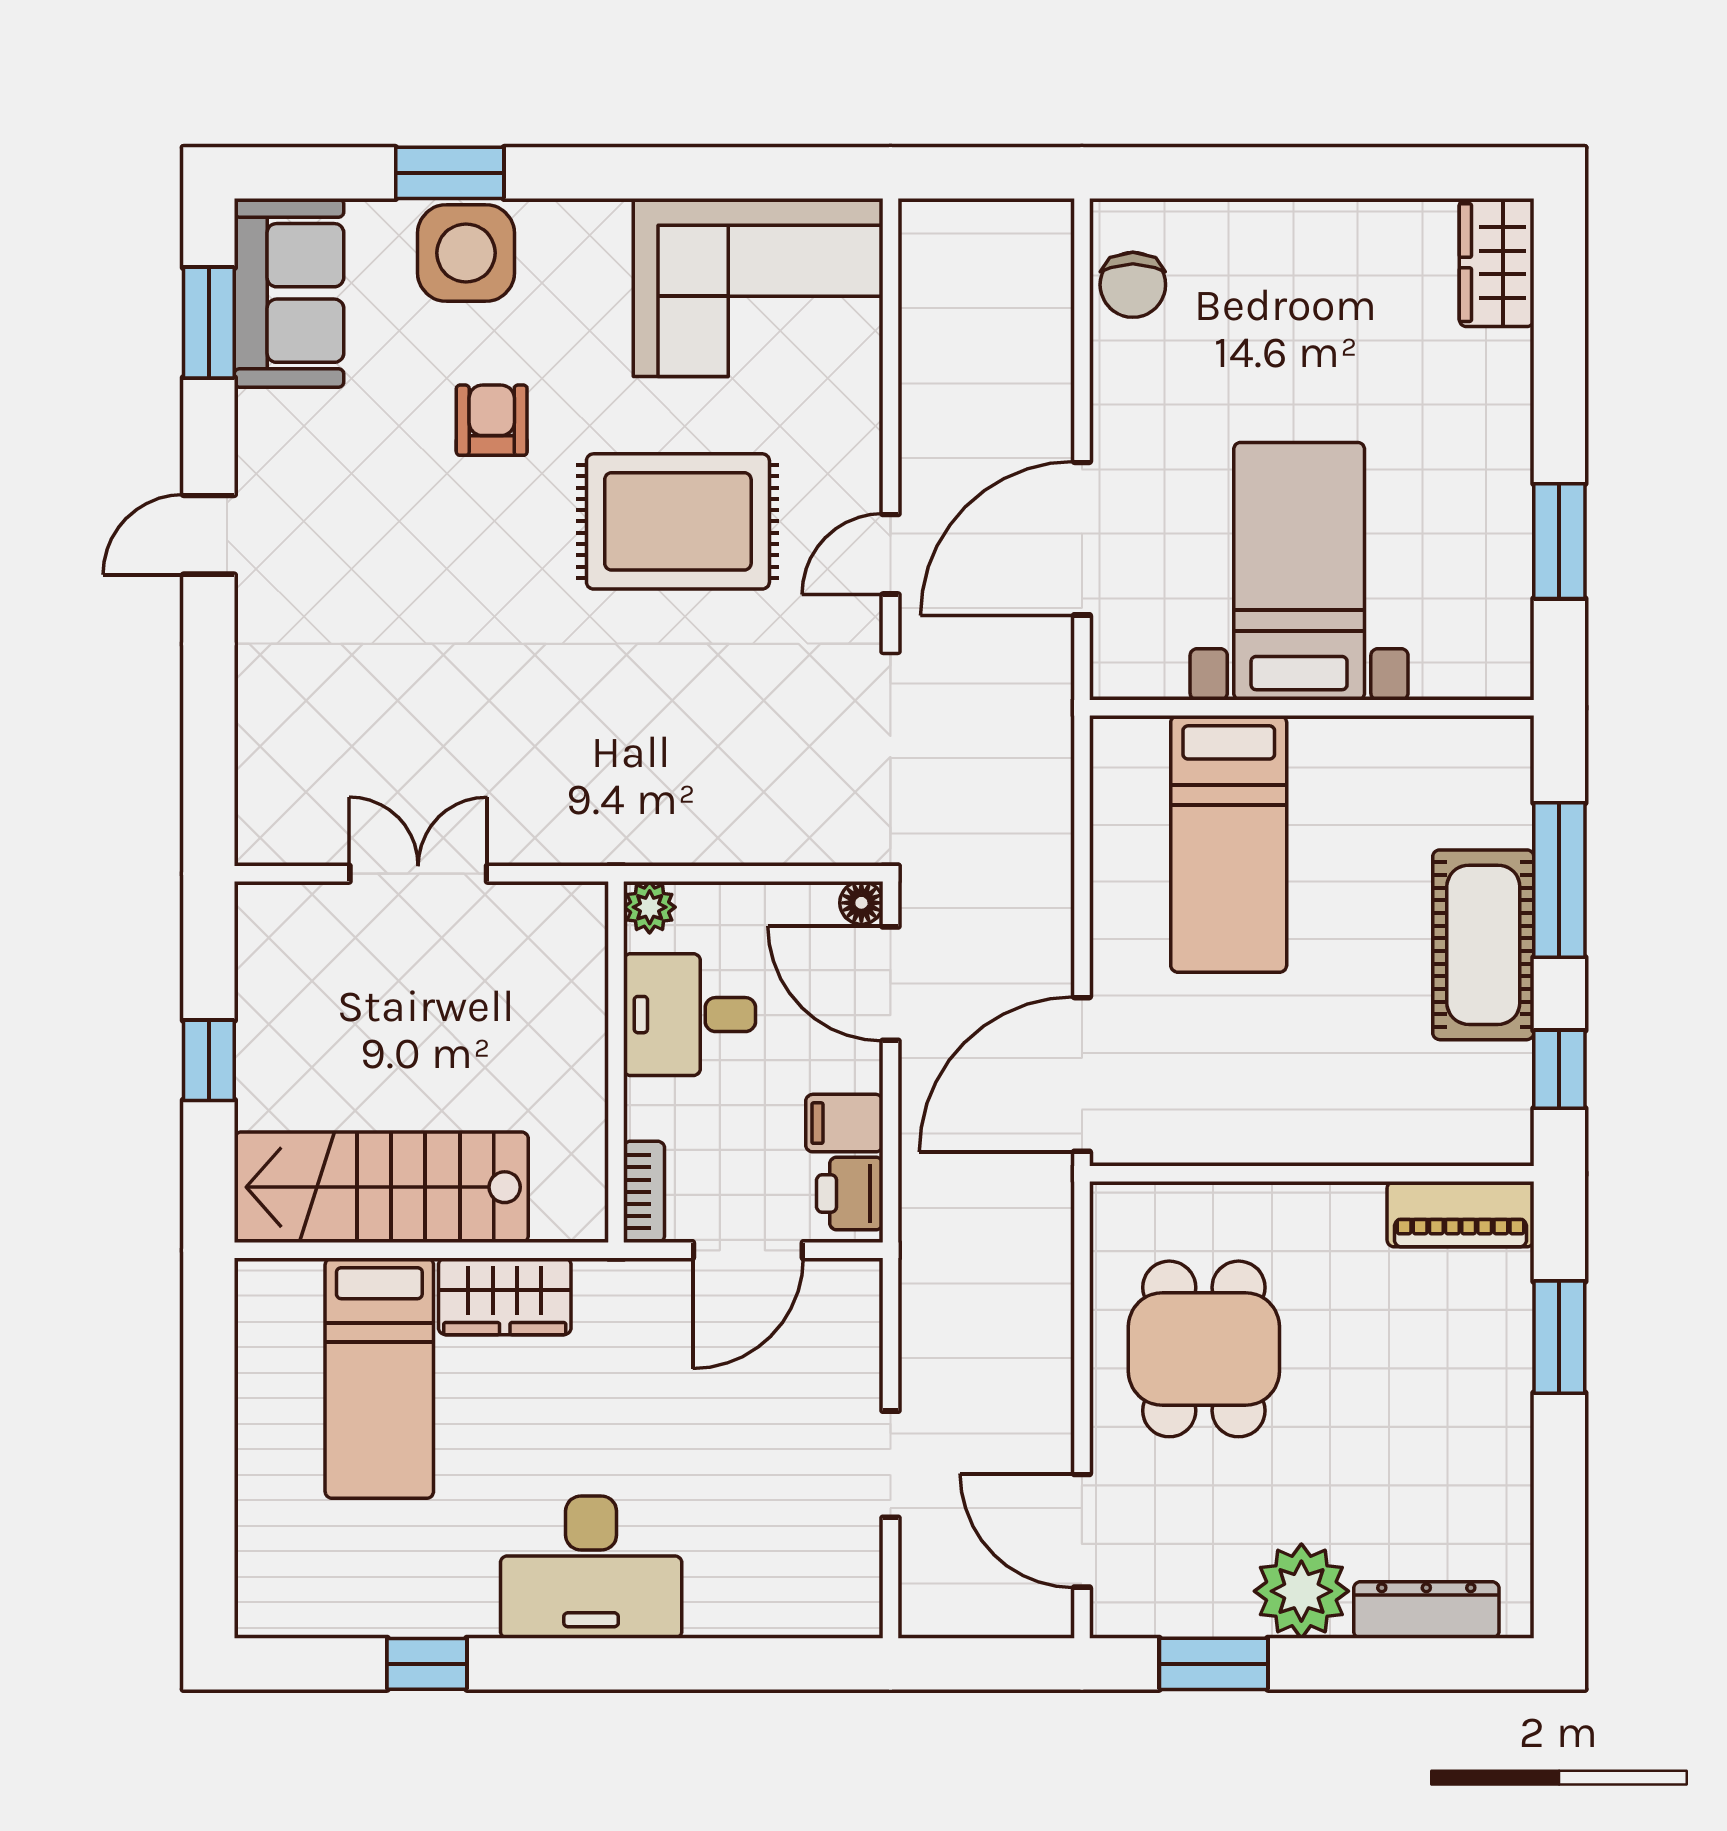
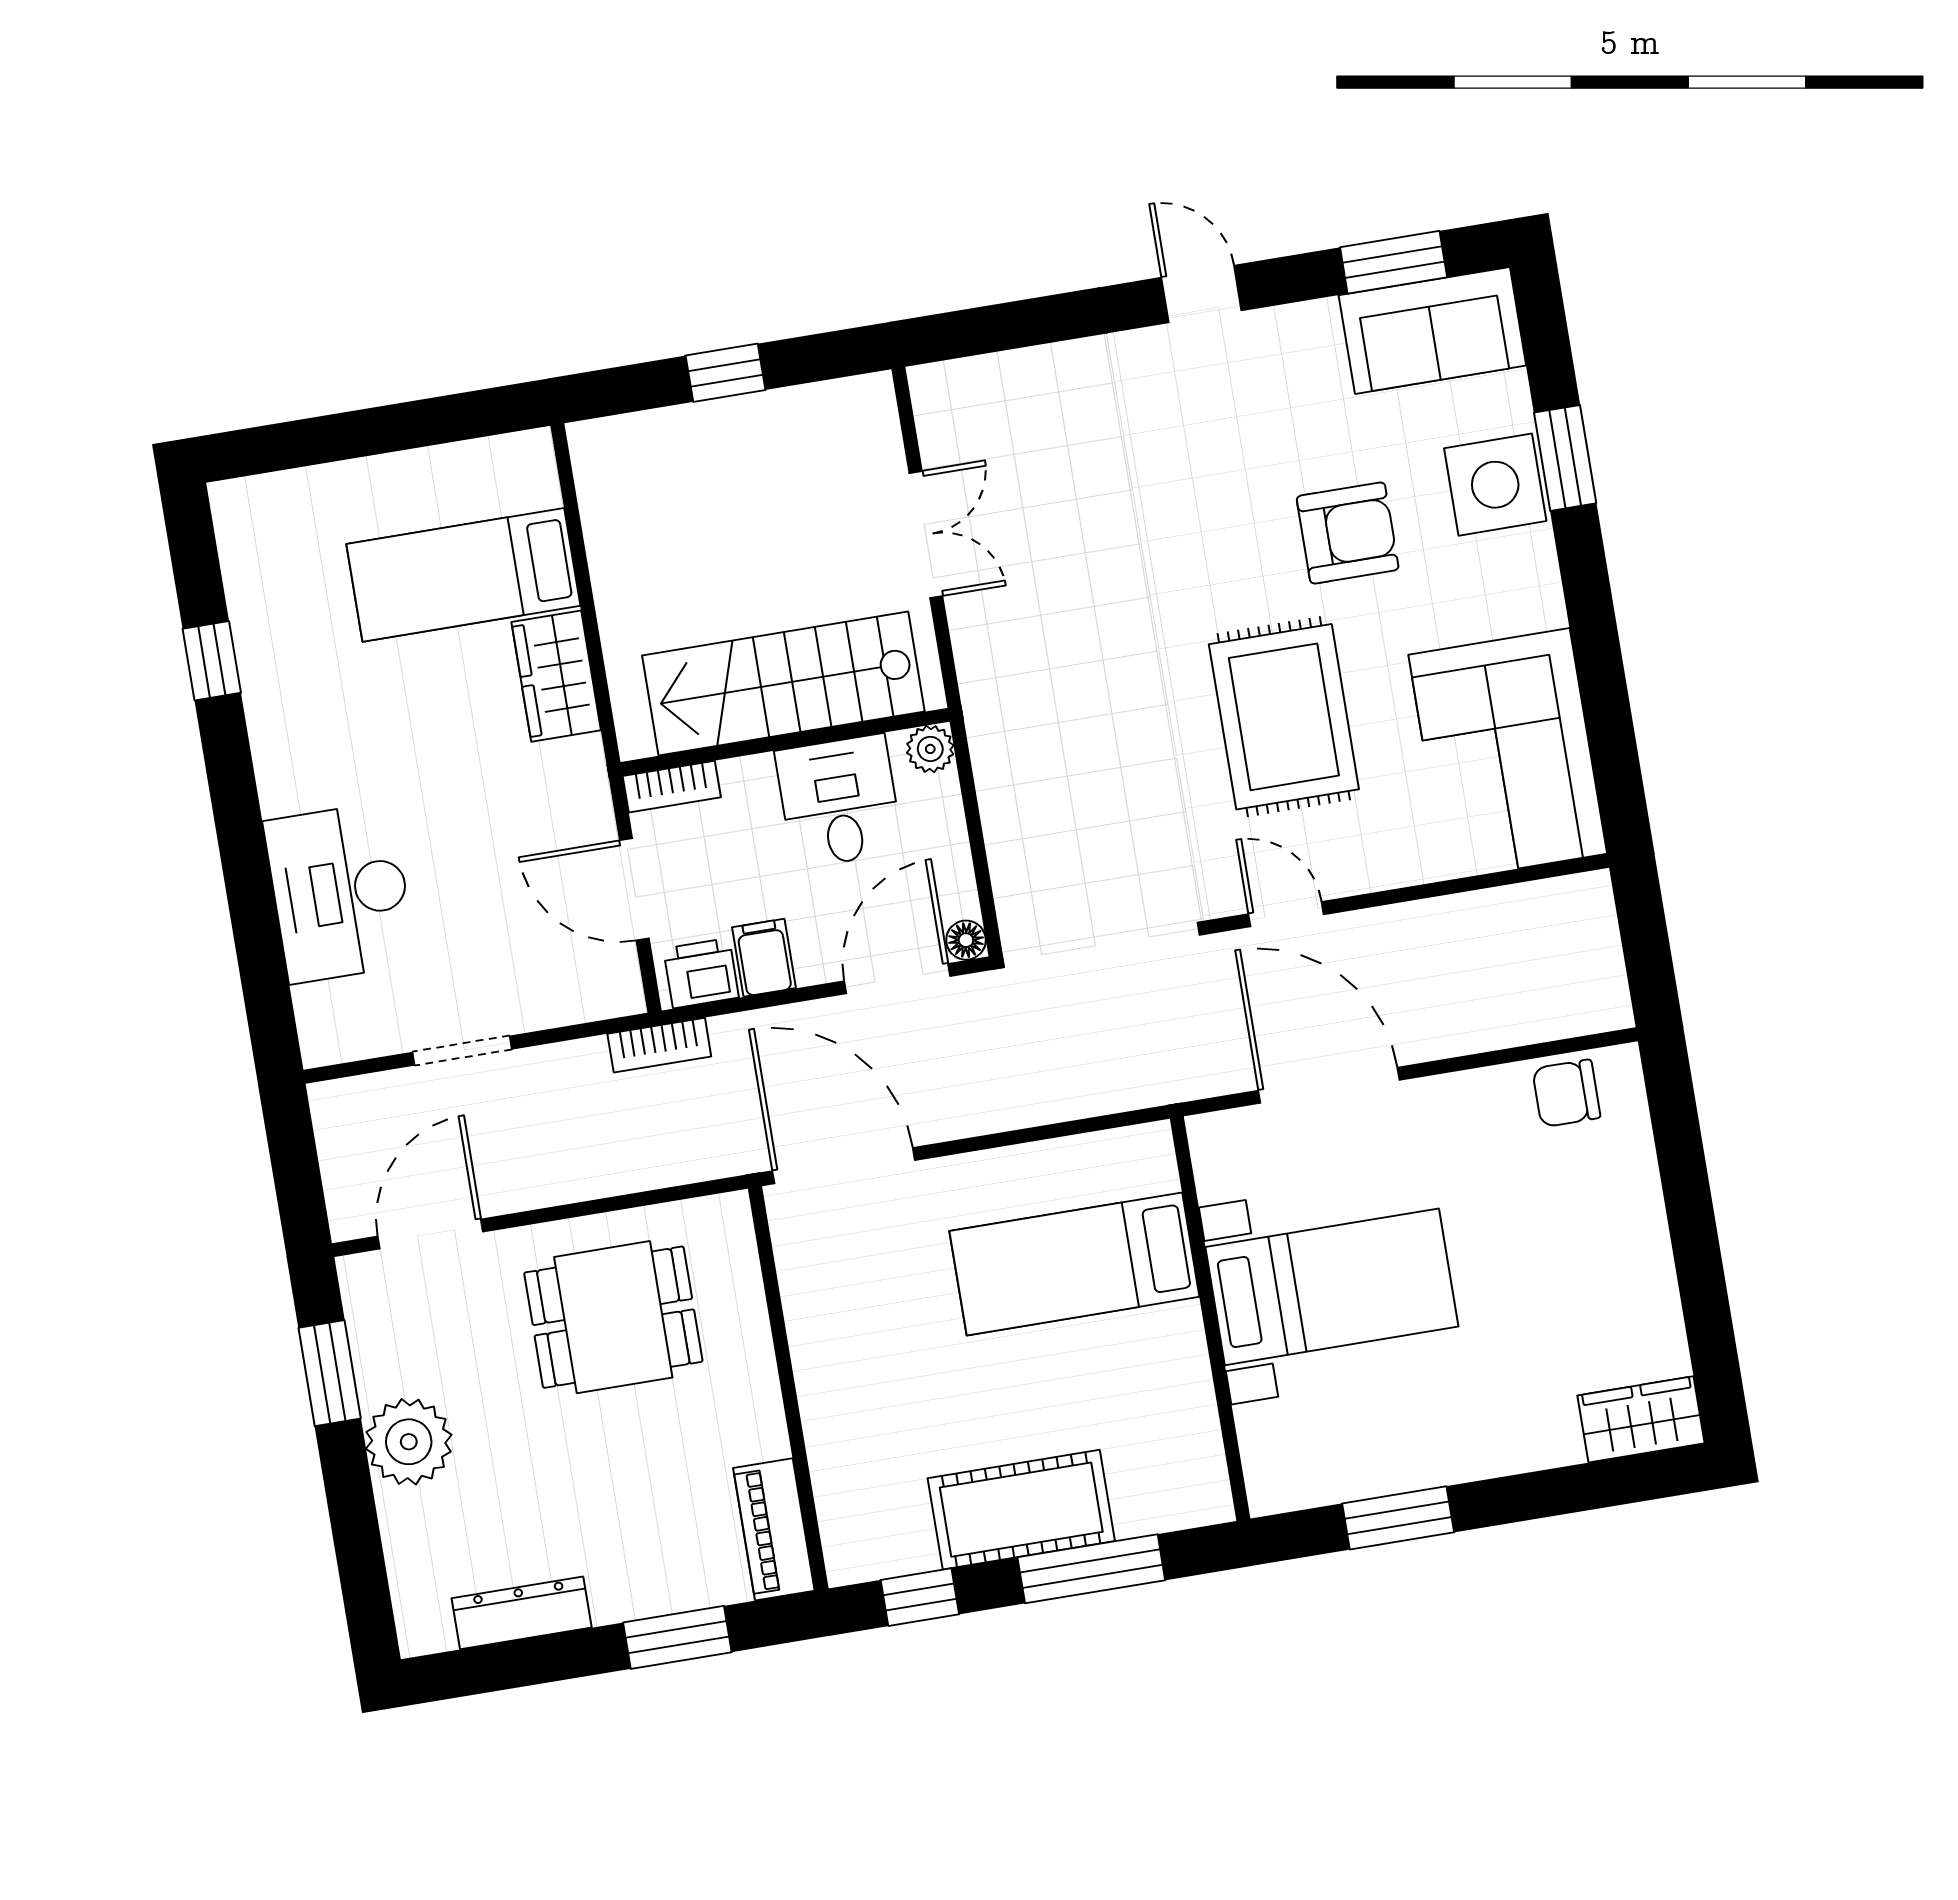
armchair: (492, 420) -> (1348, 533), width x1.38, depth x1.38
stairs: (381, 1187) -> (783, 683), moved, turned -90
bookcase: (920, 1251) -> (659, 1045), added
desk: (591, 1567) -> (340, 892), moved
dresser: (1426, 1610) -> (522, 1613), moved, turned -90

